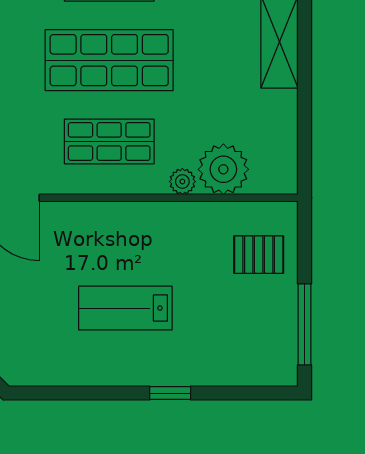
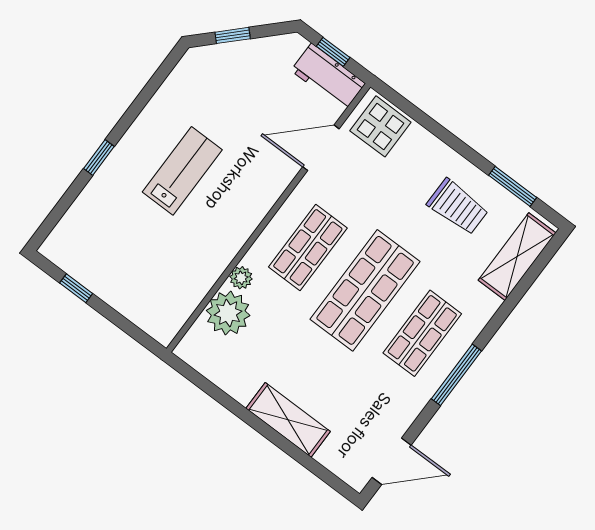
pallet: (259, 255) -> (149, 293), removed
window: (304, 324) -> (76, 288), width x0.46

